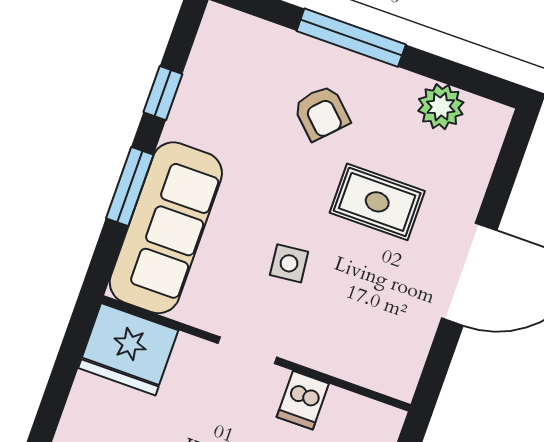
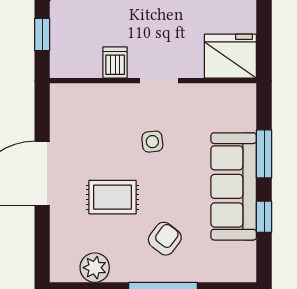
armchair: (322, 113) -> (165, 239), turned 83
sofa: (166, 228) -> (234, 186), moved

